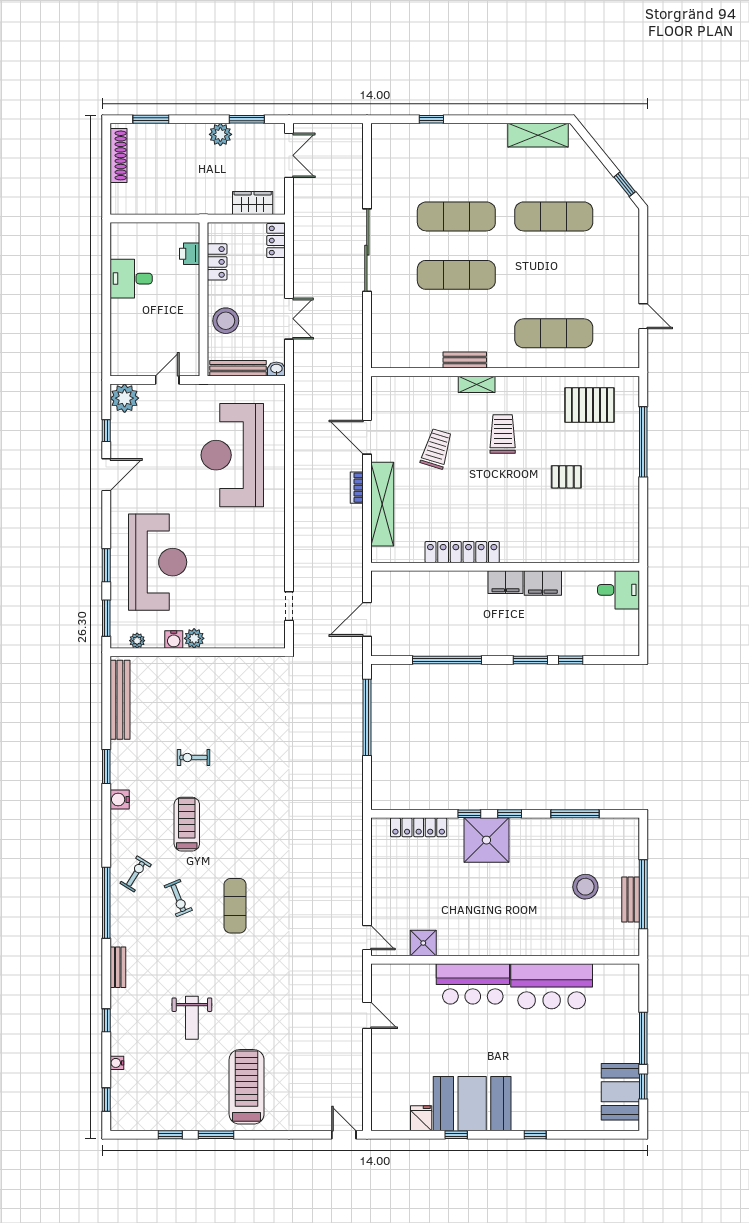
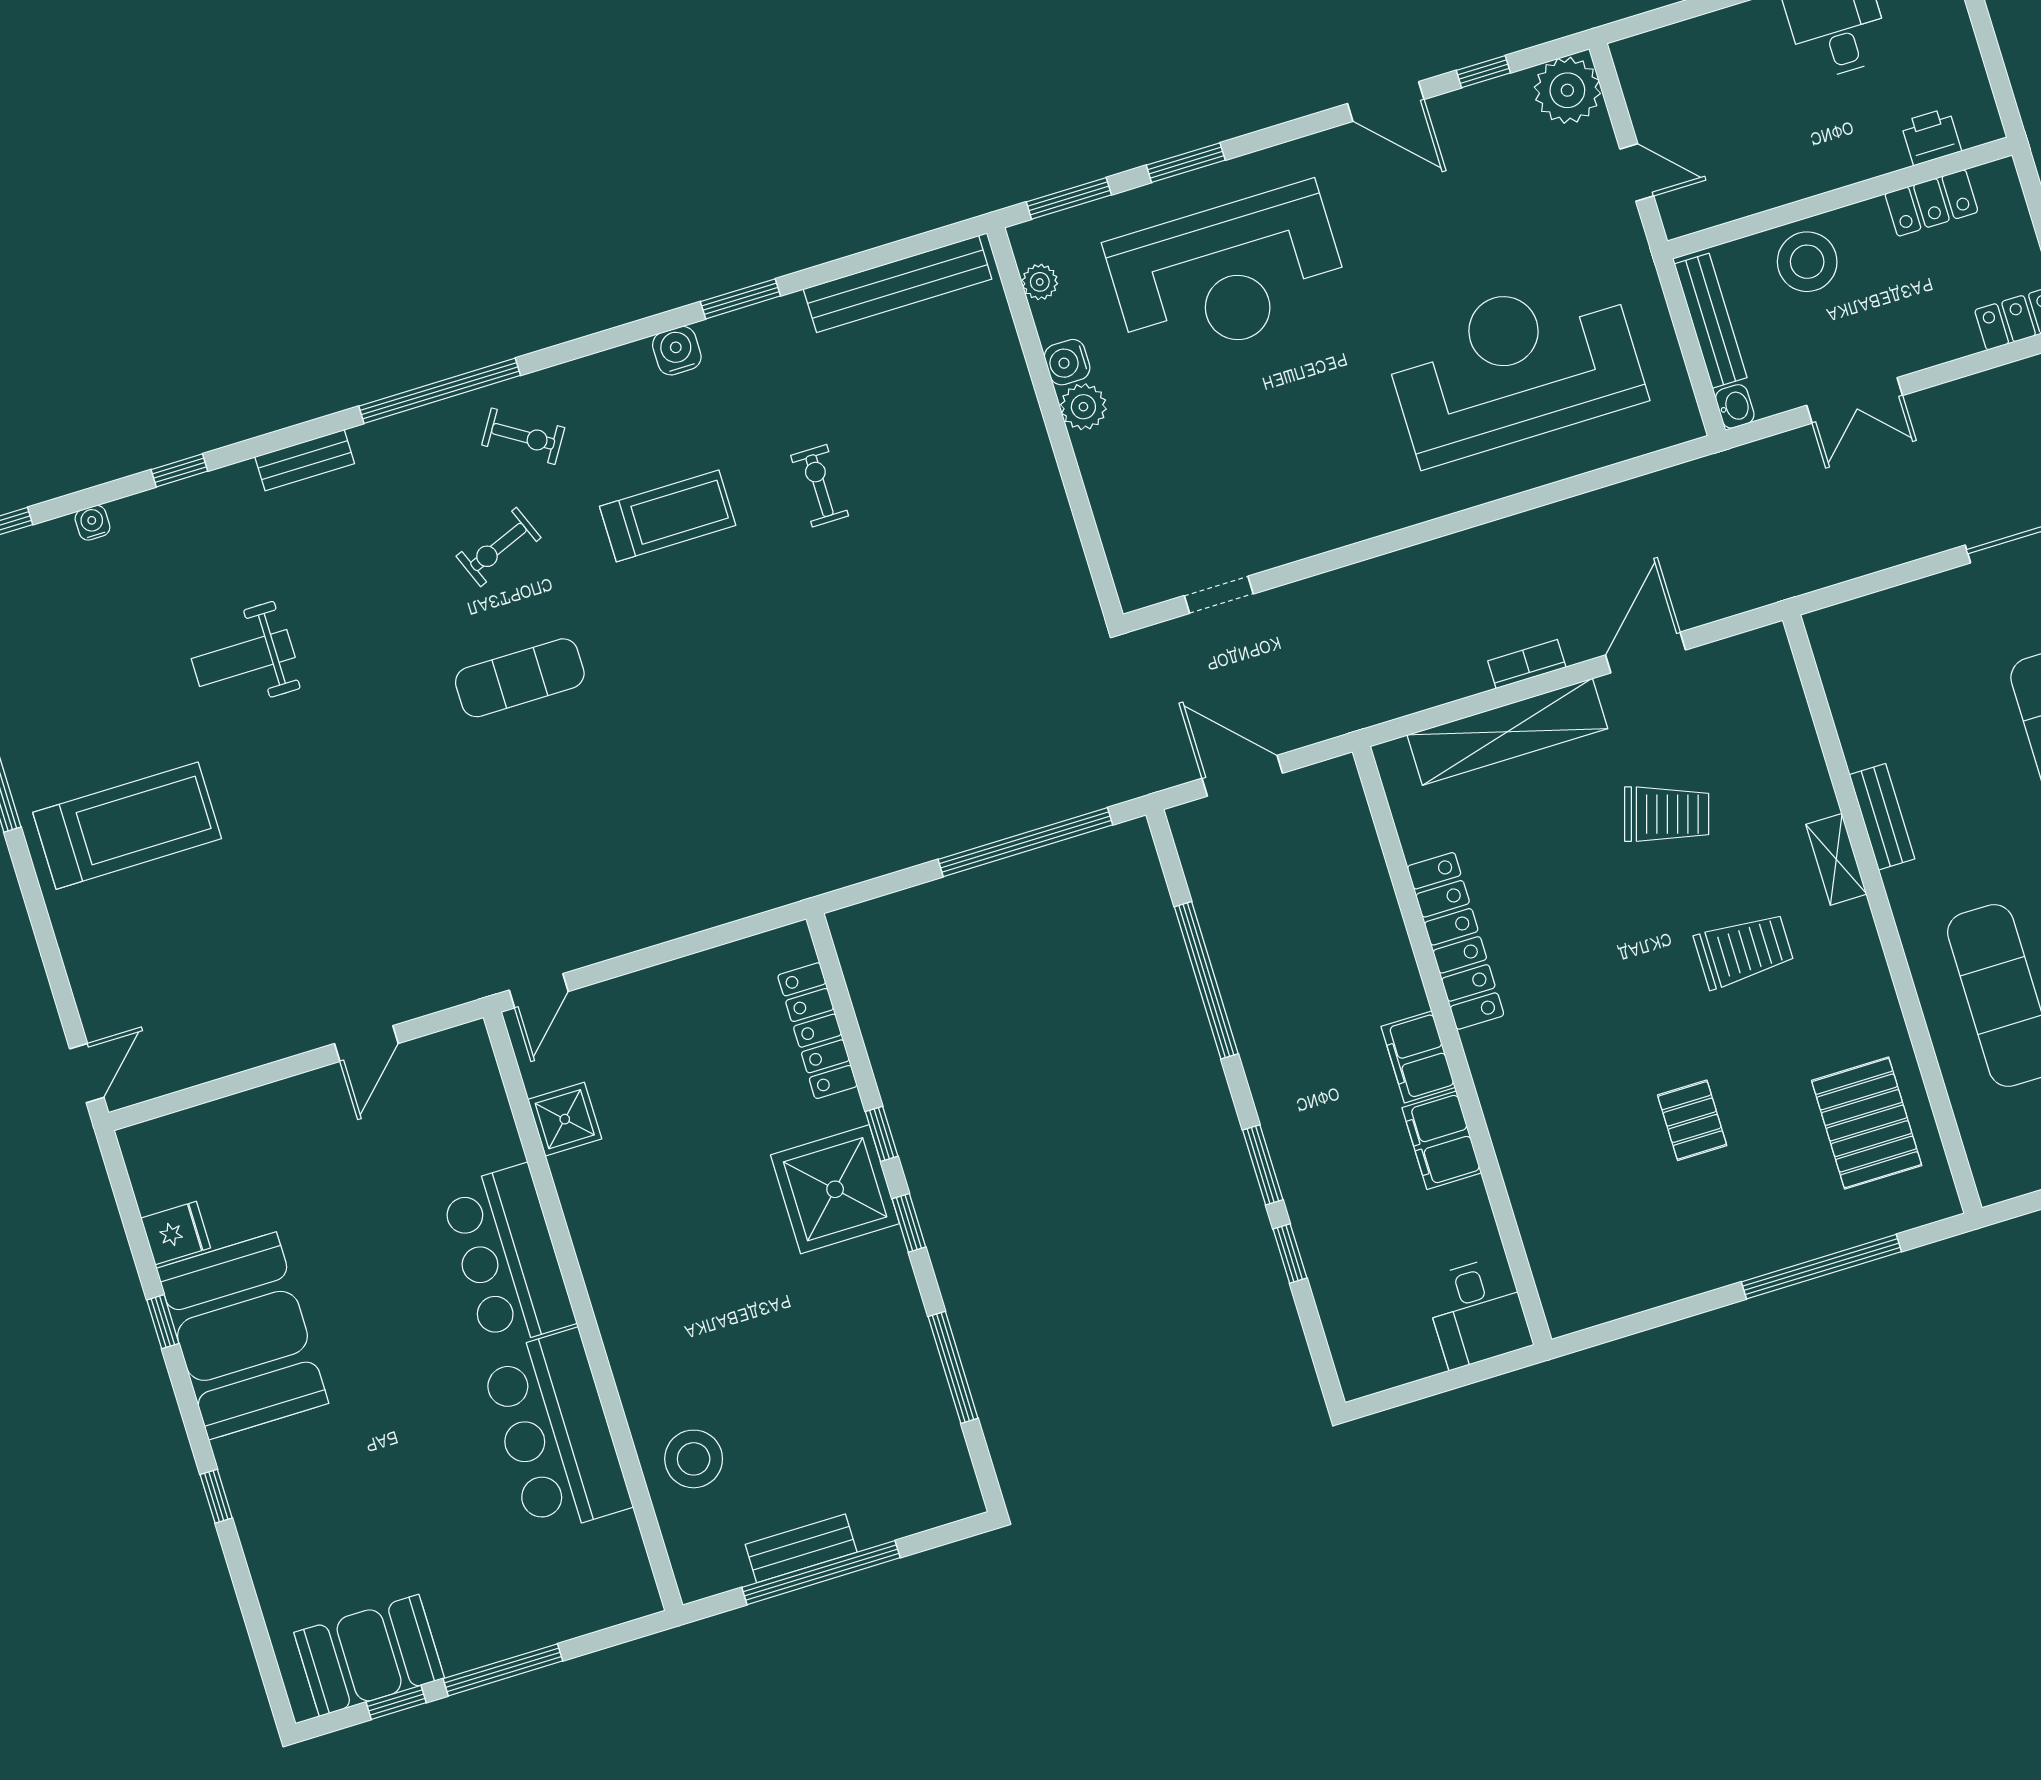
stool: (585, 887) -> (694, 1459), moved

